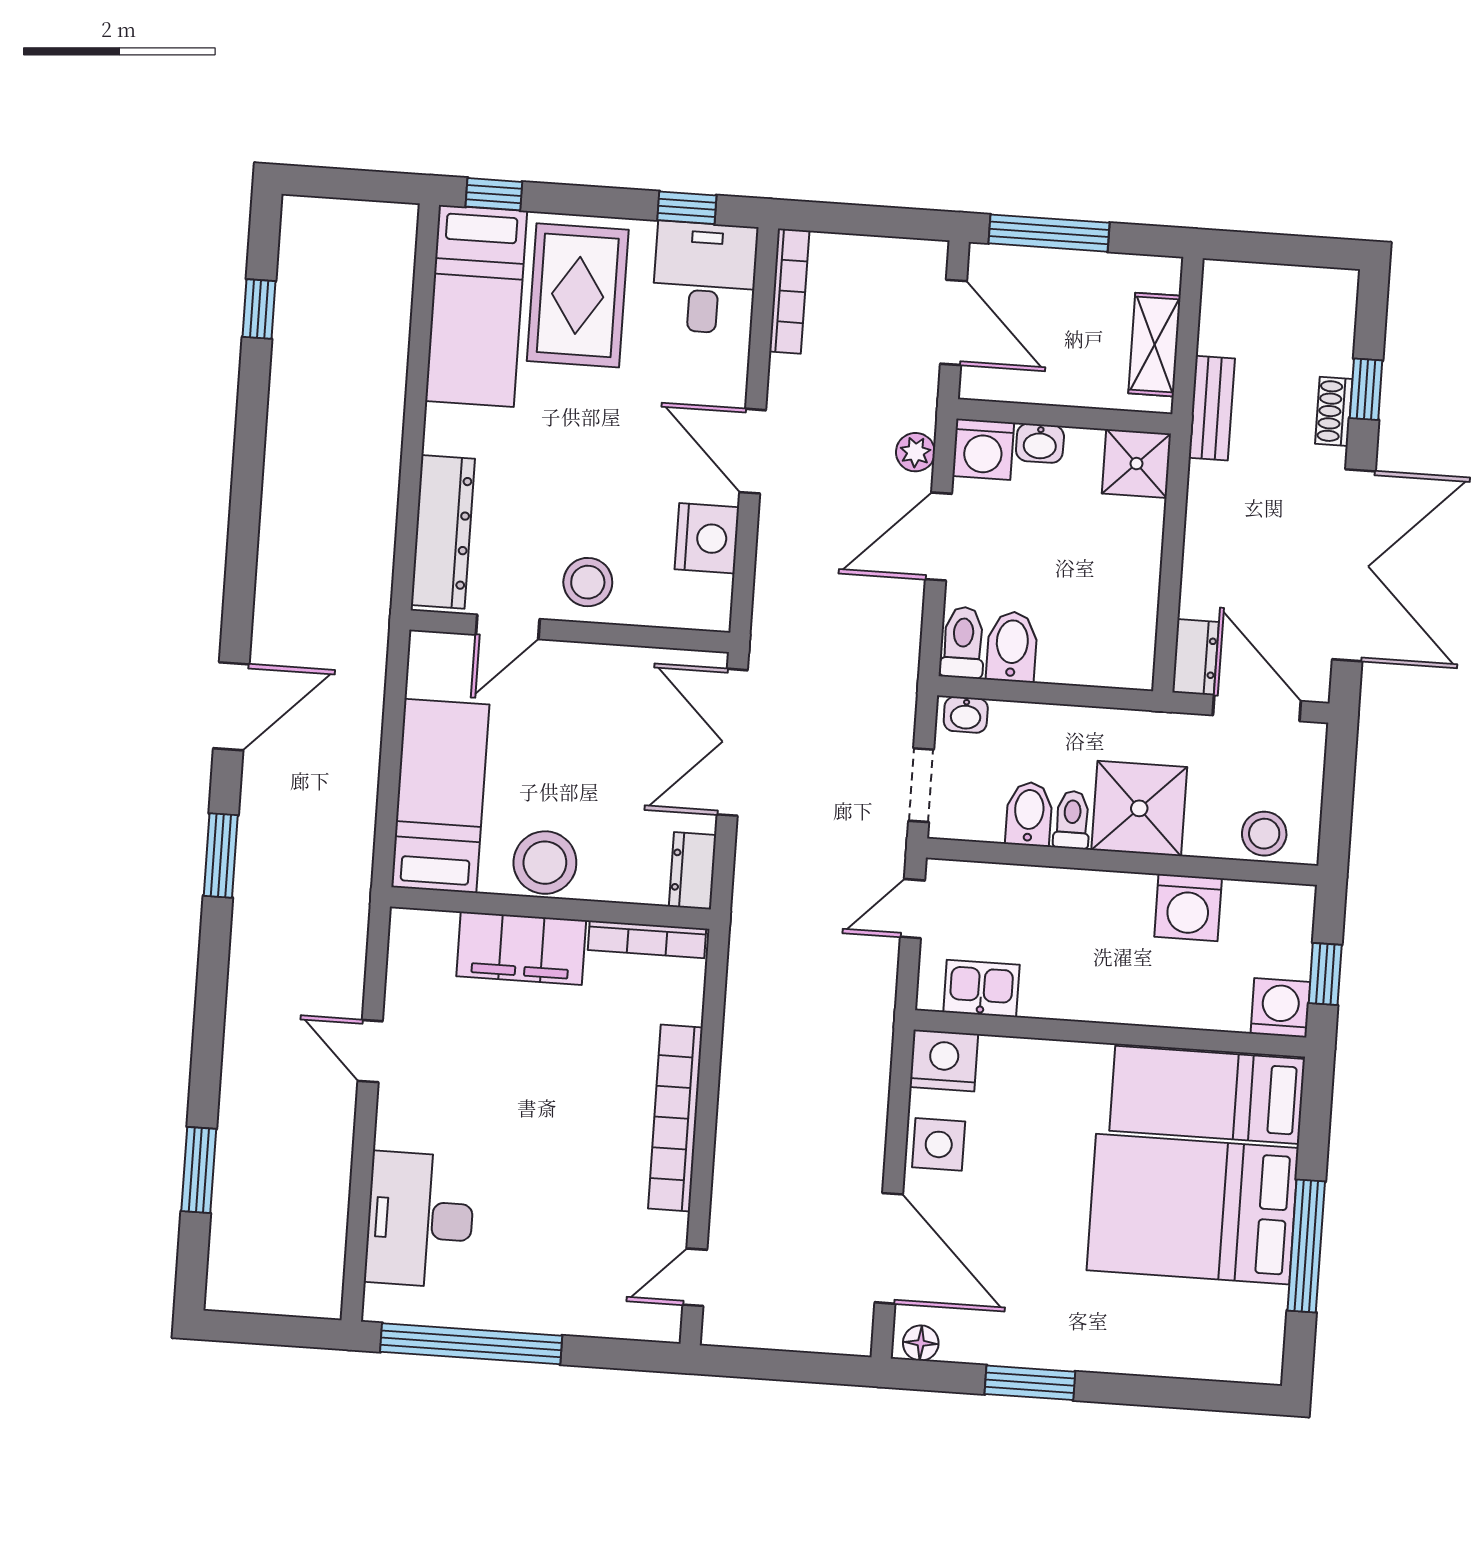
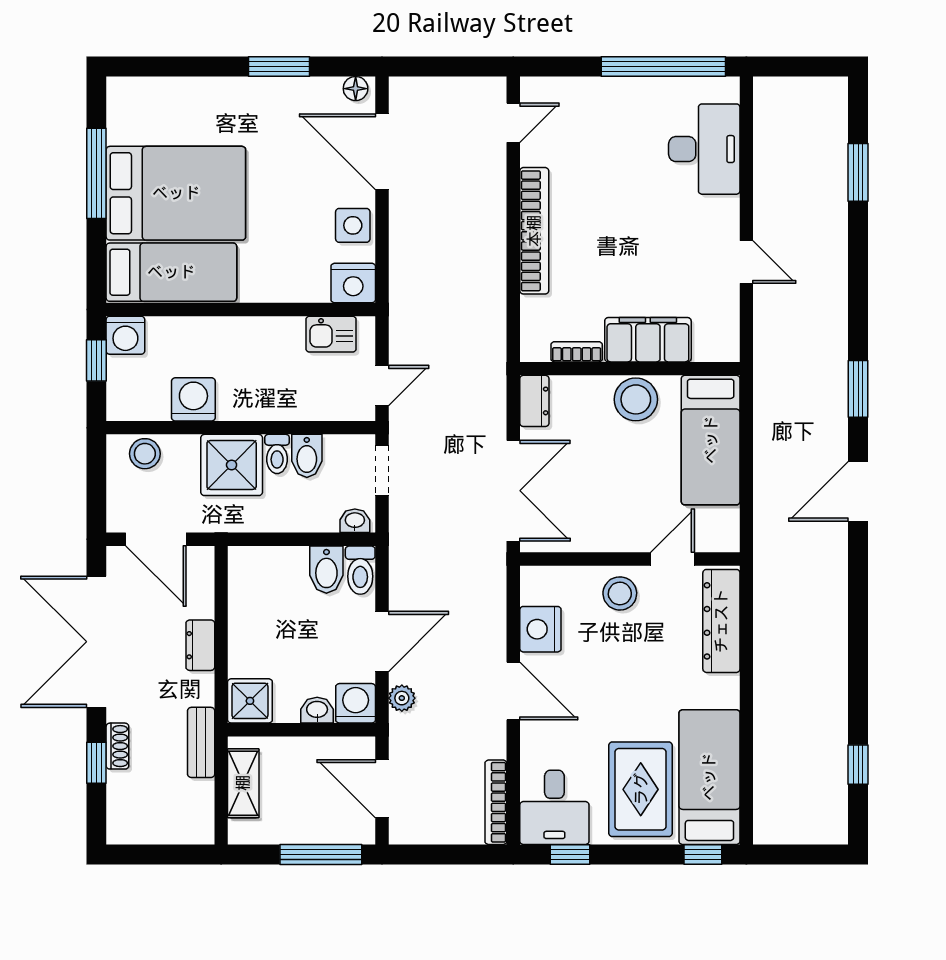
dresser: (1196, 657) -> (200, 645), moved
bookcase: (647, 939) -> (577, 352), width x0.64

